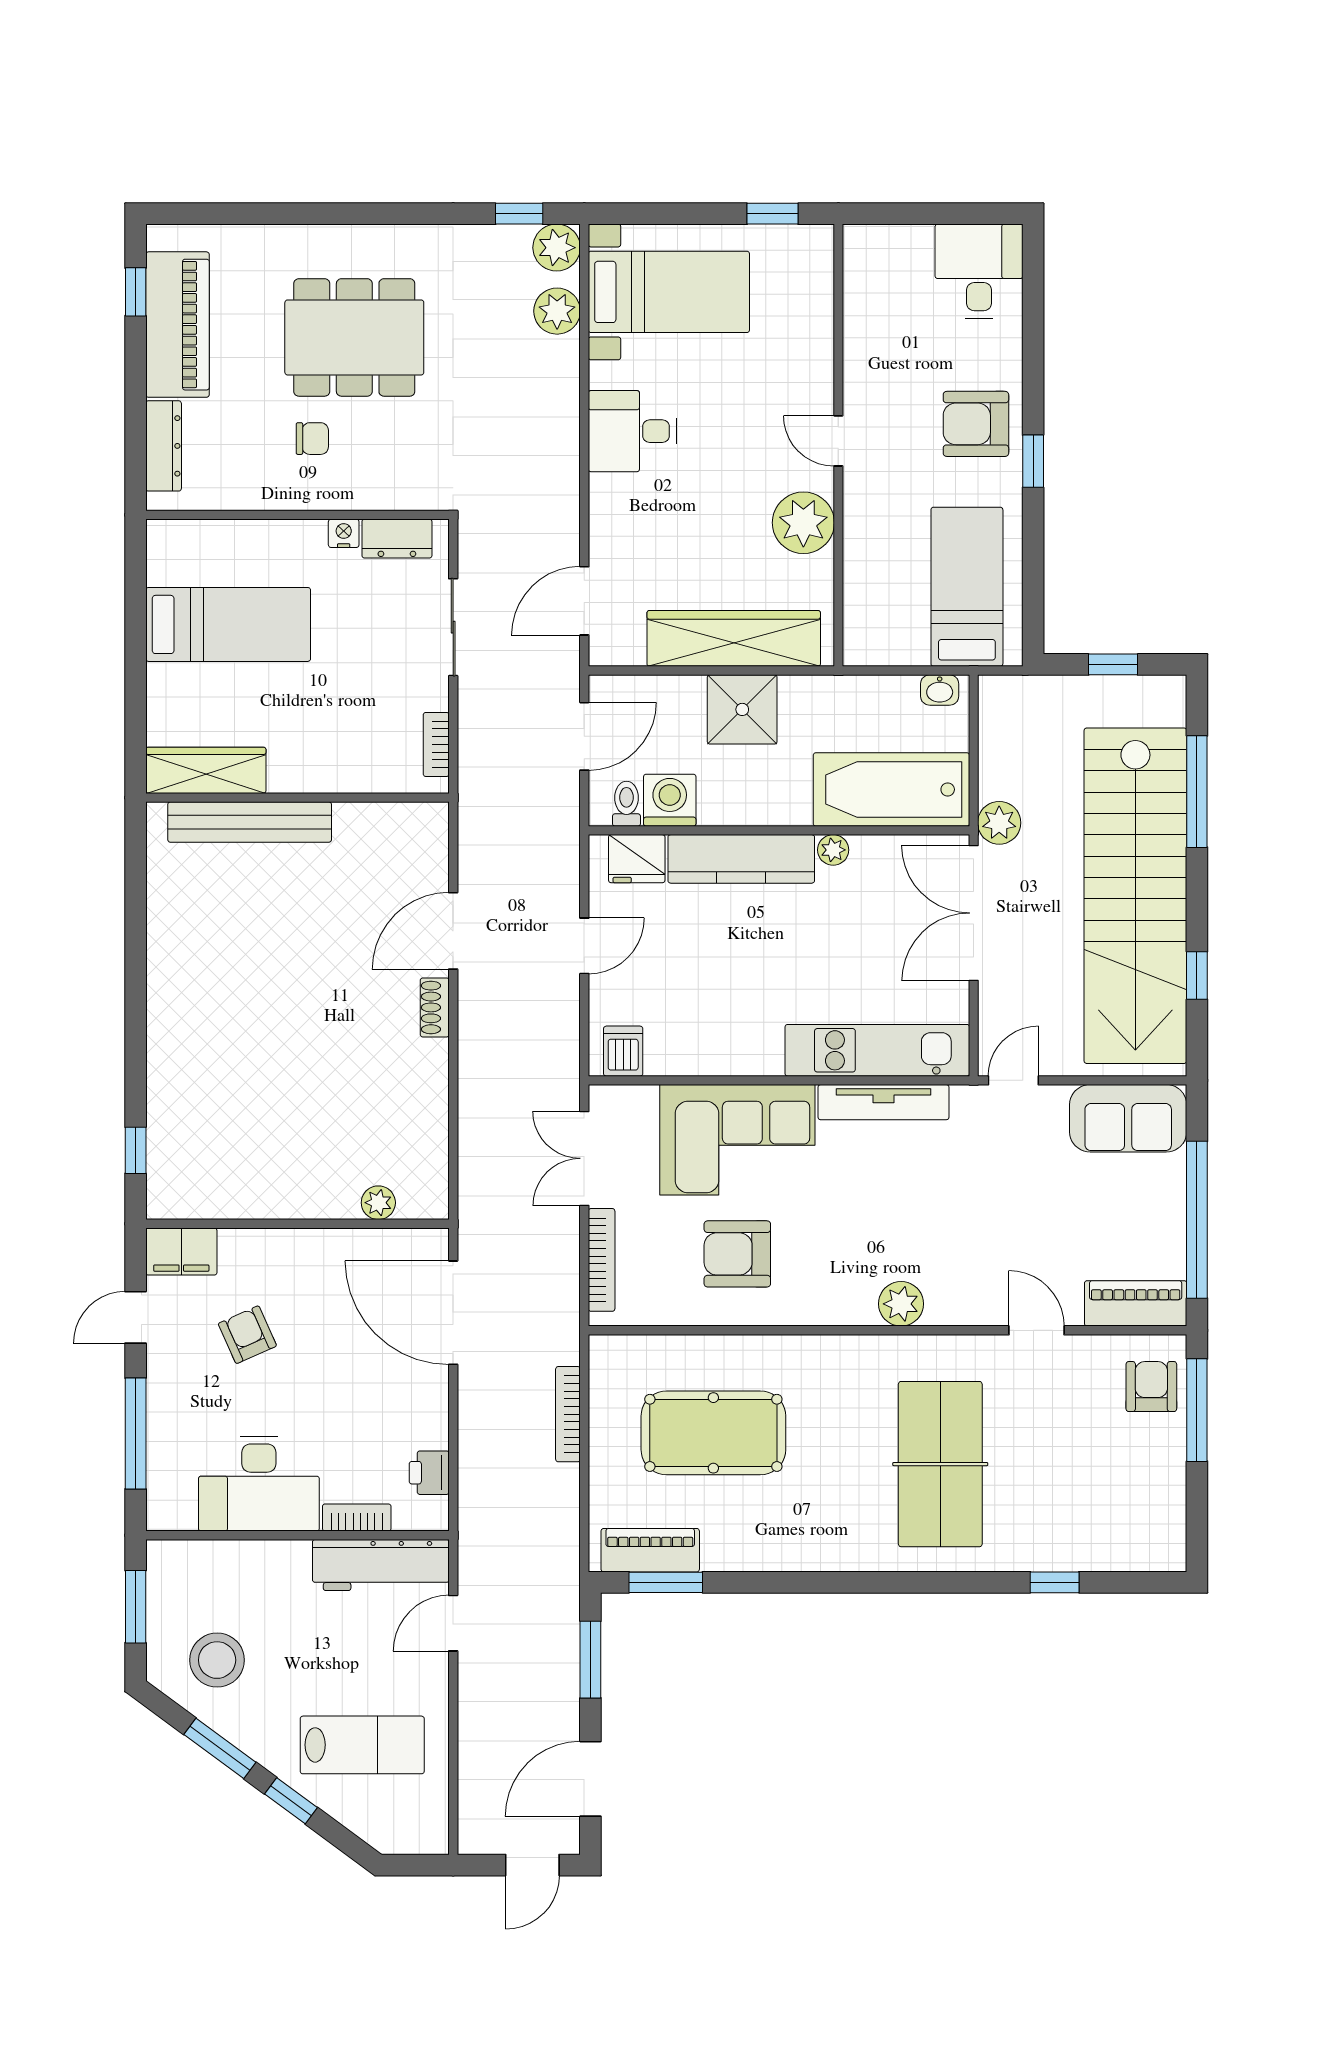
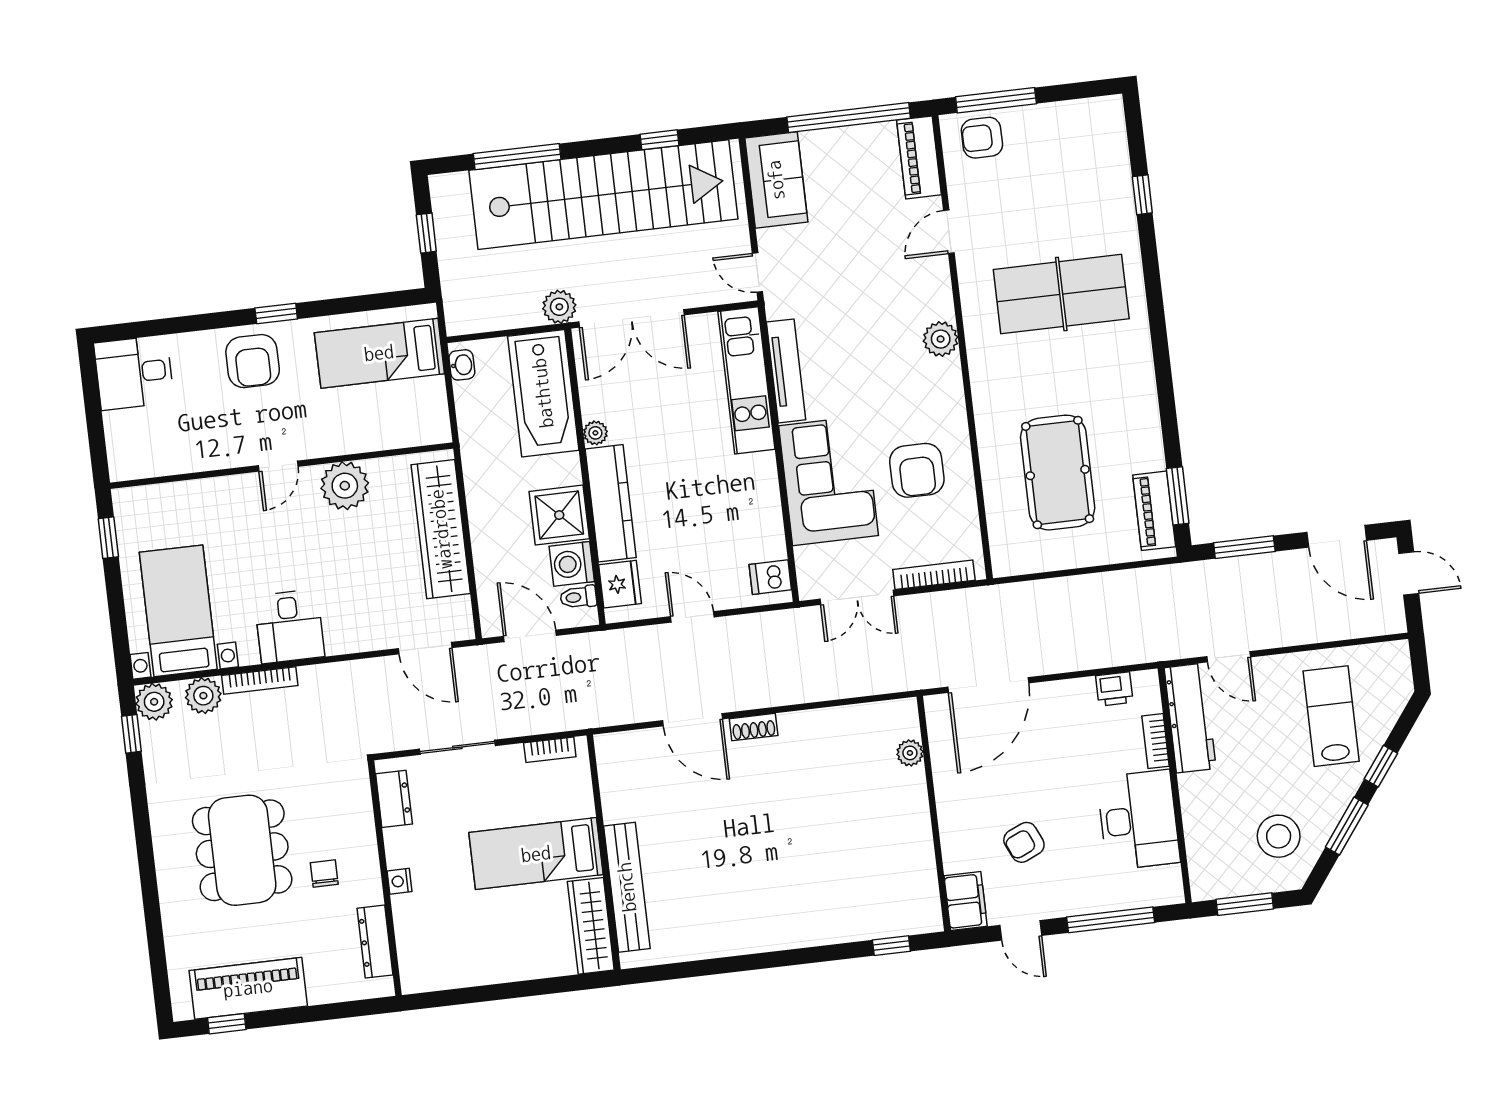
dresser: (164, 446) -> (375, 942), moved, turned -90
nightstand: (344, 533) -> (400, 881), moved
bed: (228, 624) -> (536, 854), moved, turned -90
shower: (742, 709) -> (559, 515), moved
bookcase: (568, 1414) -> (260, 680), moved

